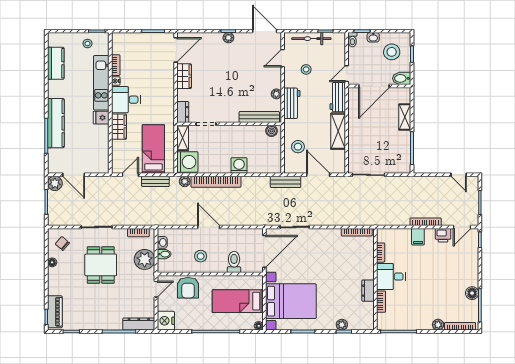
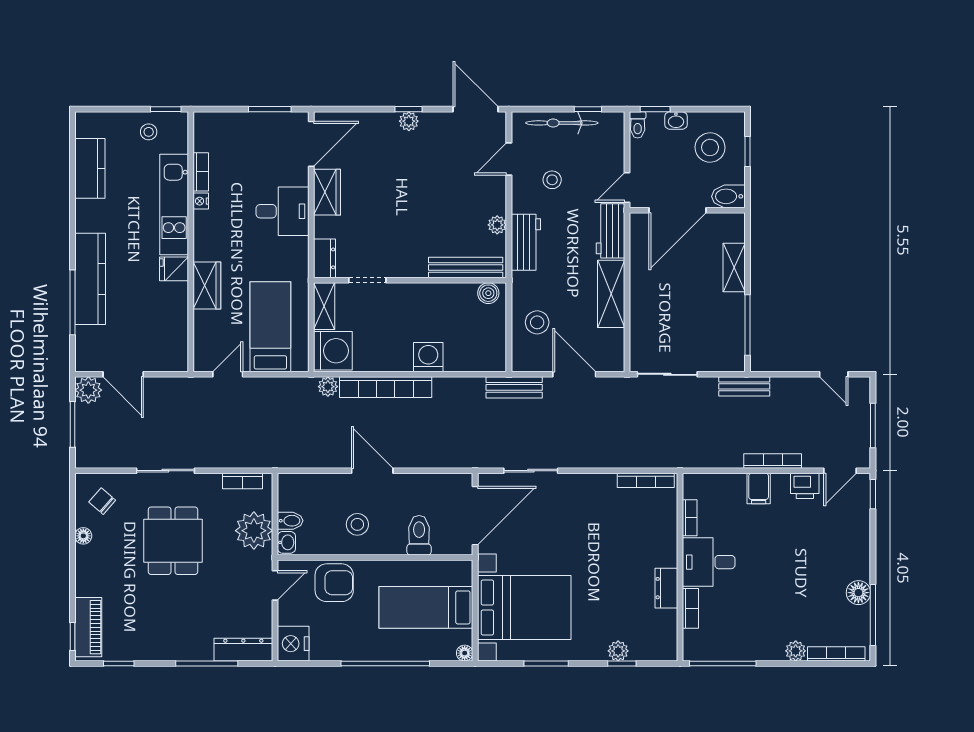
desk: (126, 100) -> (282, 211), moved, turned 180
bench: (155, 181) -> (744, 386), moved
washbasin: (162, 242) -> (286, 542), moved
armchair: (188, 288) -> (334, 583), turned -90

